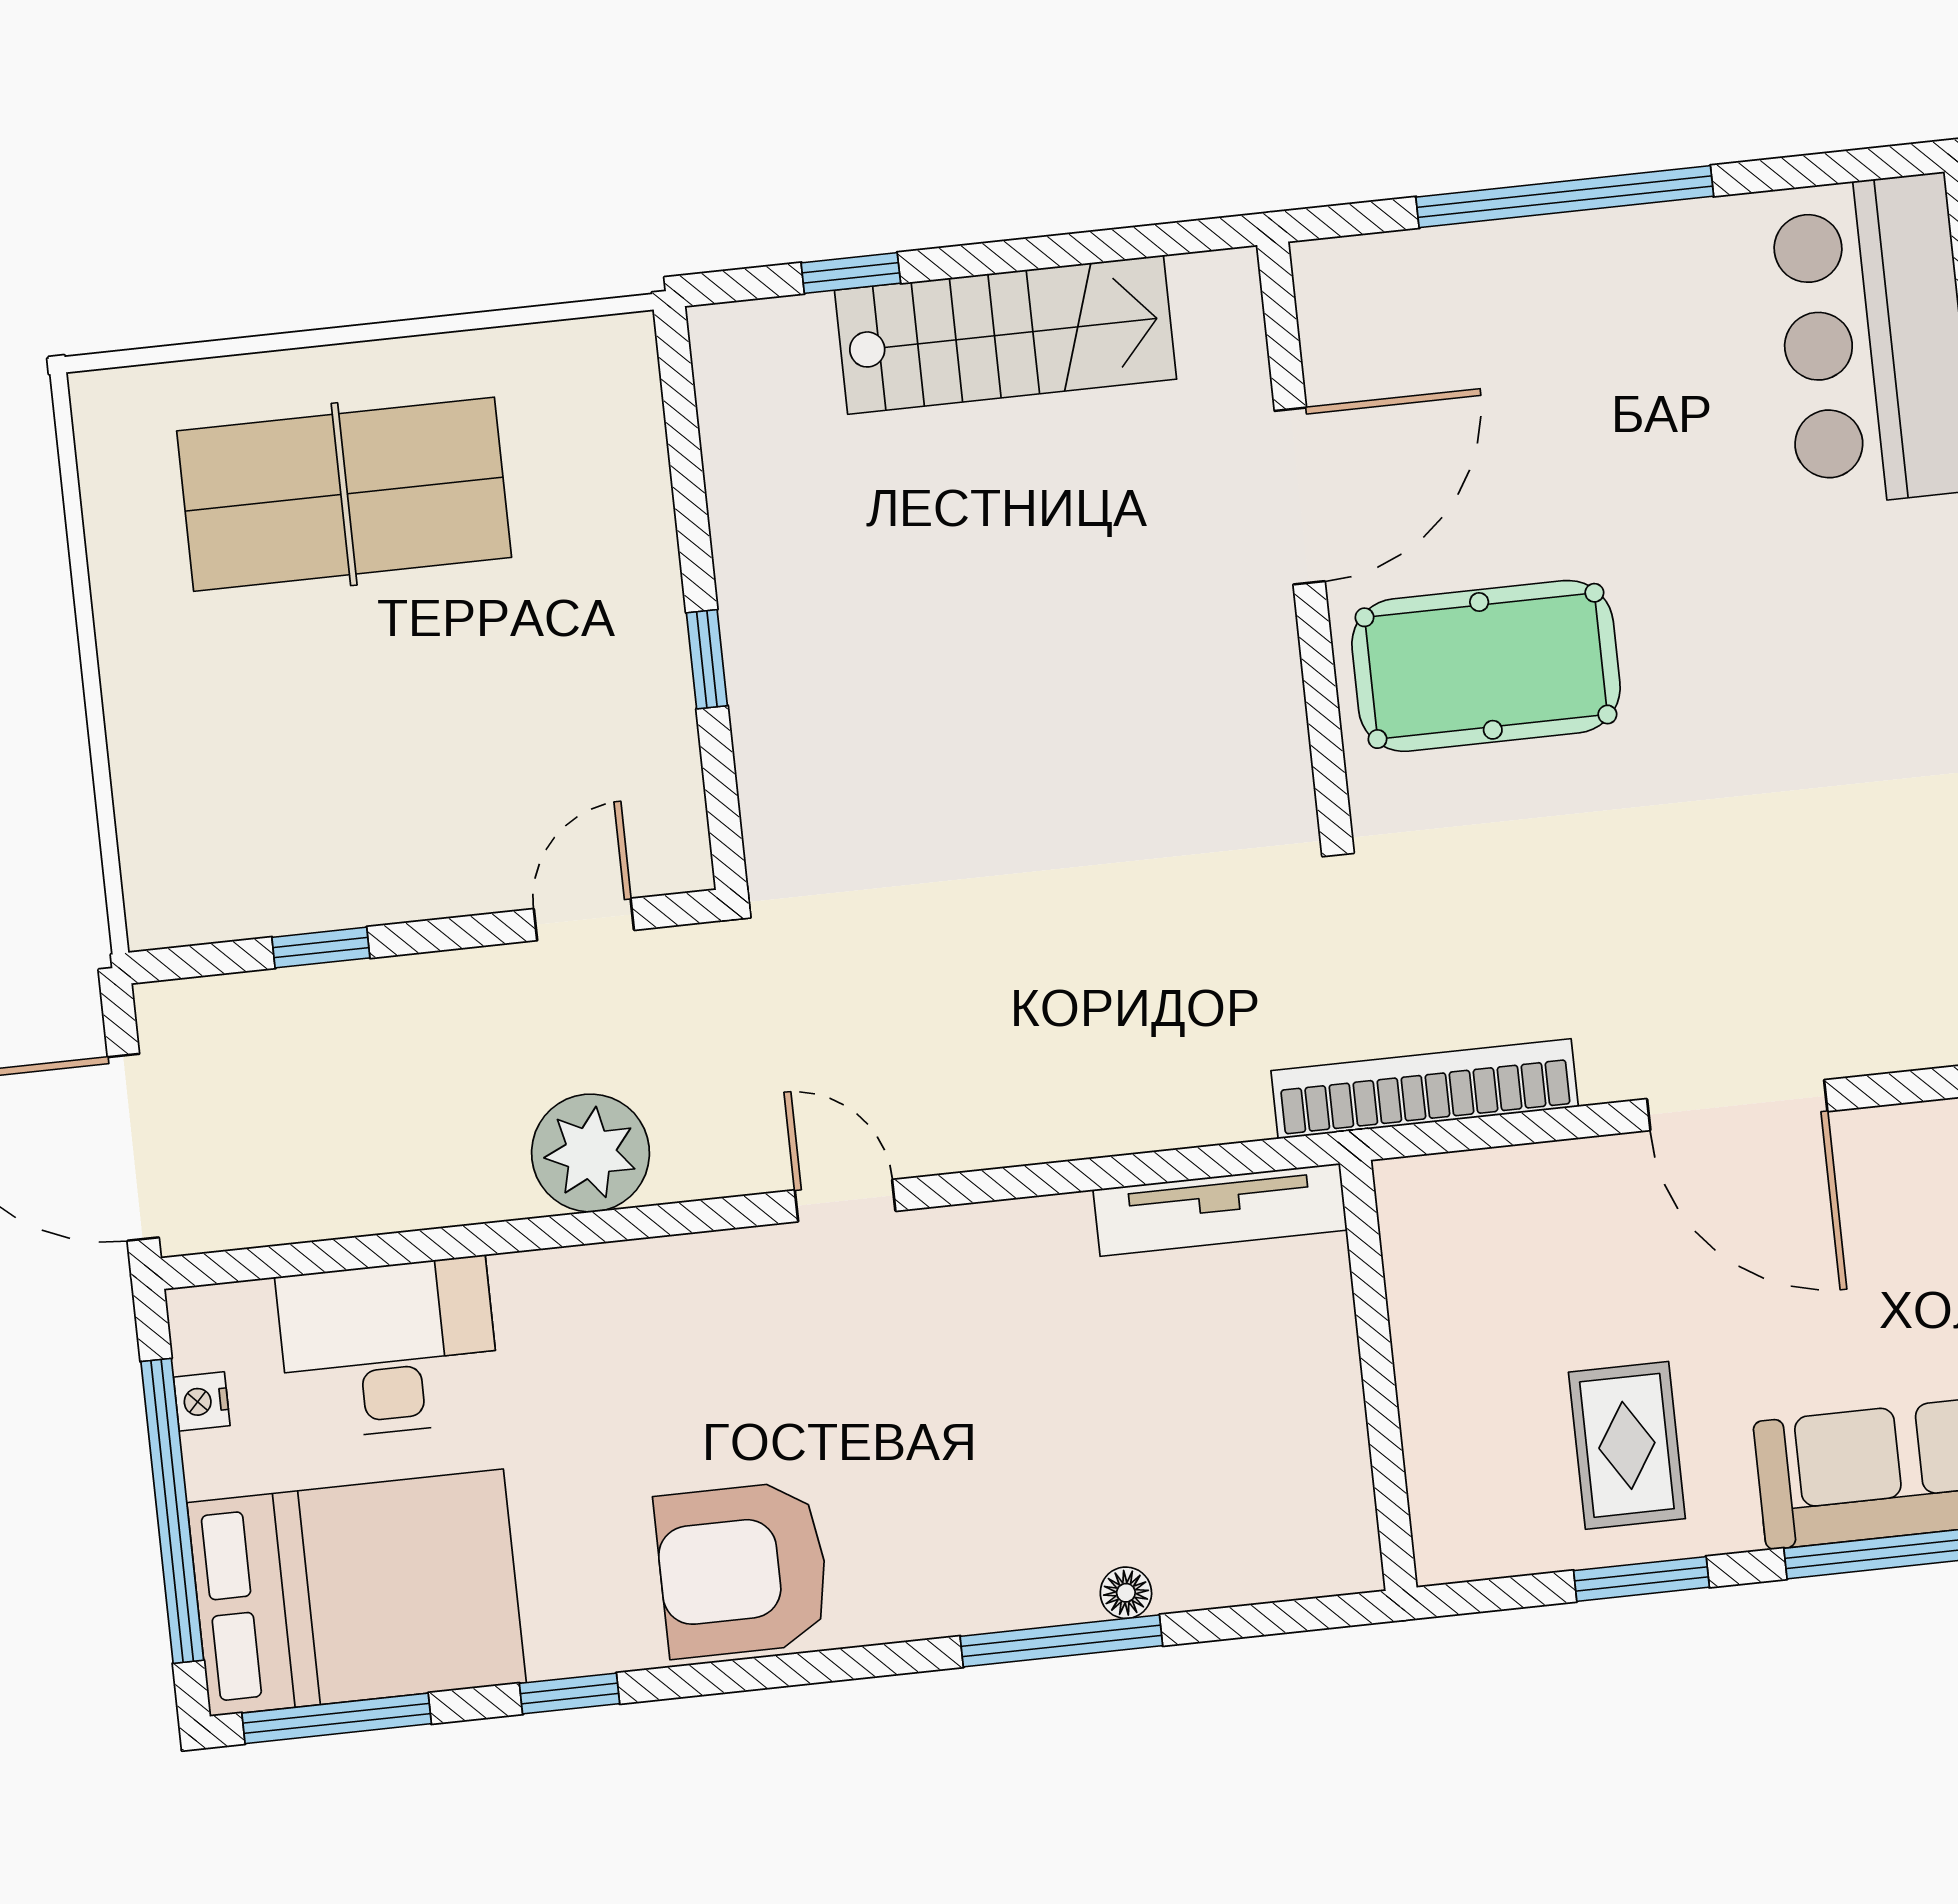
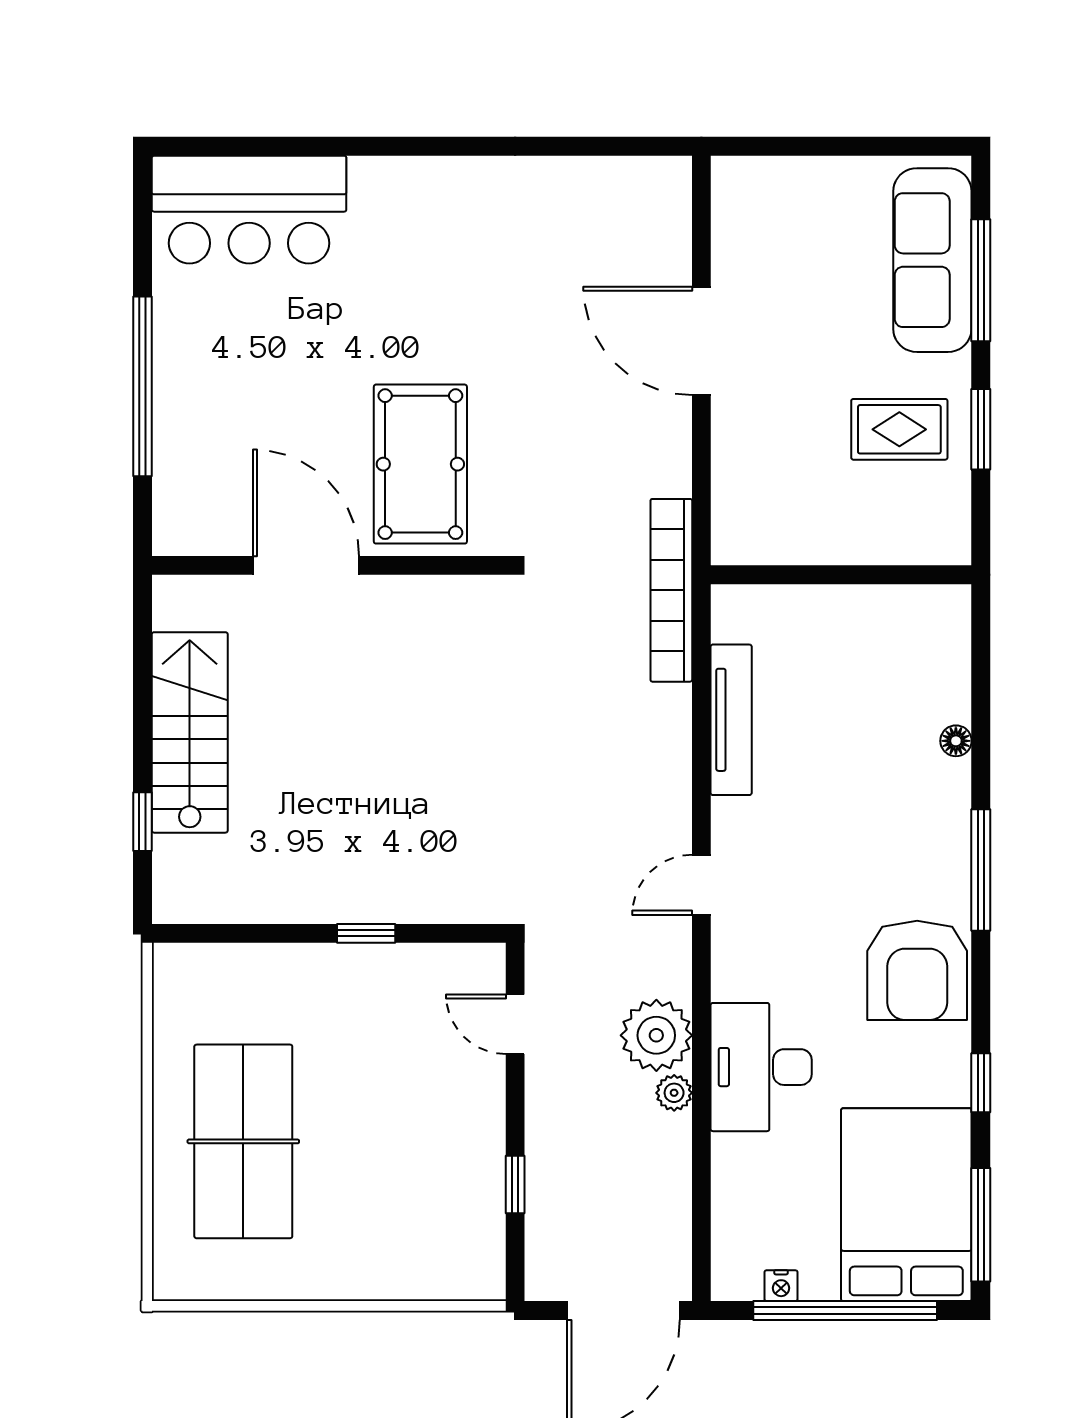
bookcase: (1425, 1089) -> (671, 590), moved
door: (1737, 1105) -> (701, 341), swing flipped
plant: (499, 1192) -> (674, 1093), added
tv unit: (1220, 1210) -> (731, 720), moved
desk: (389, 1348) -> (761, 1067), moved
window: (1061, 1641) -> (981, 870), moved

